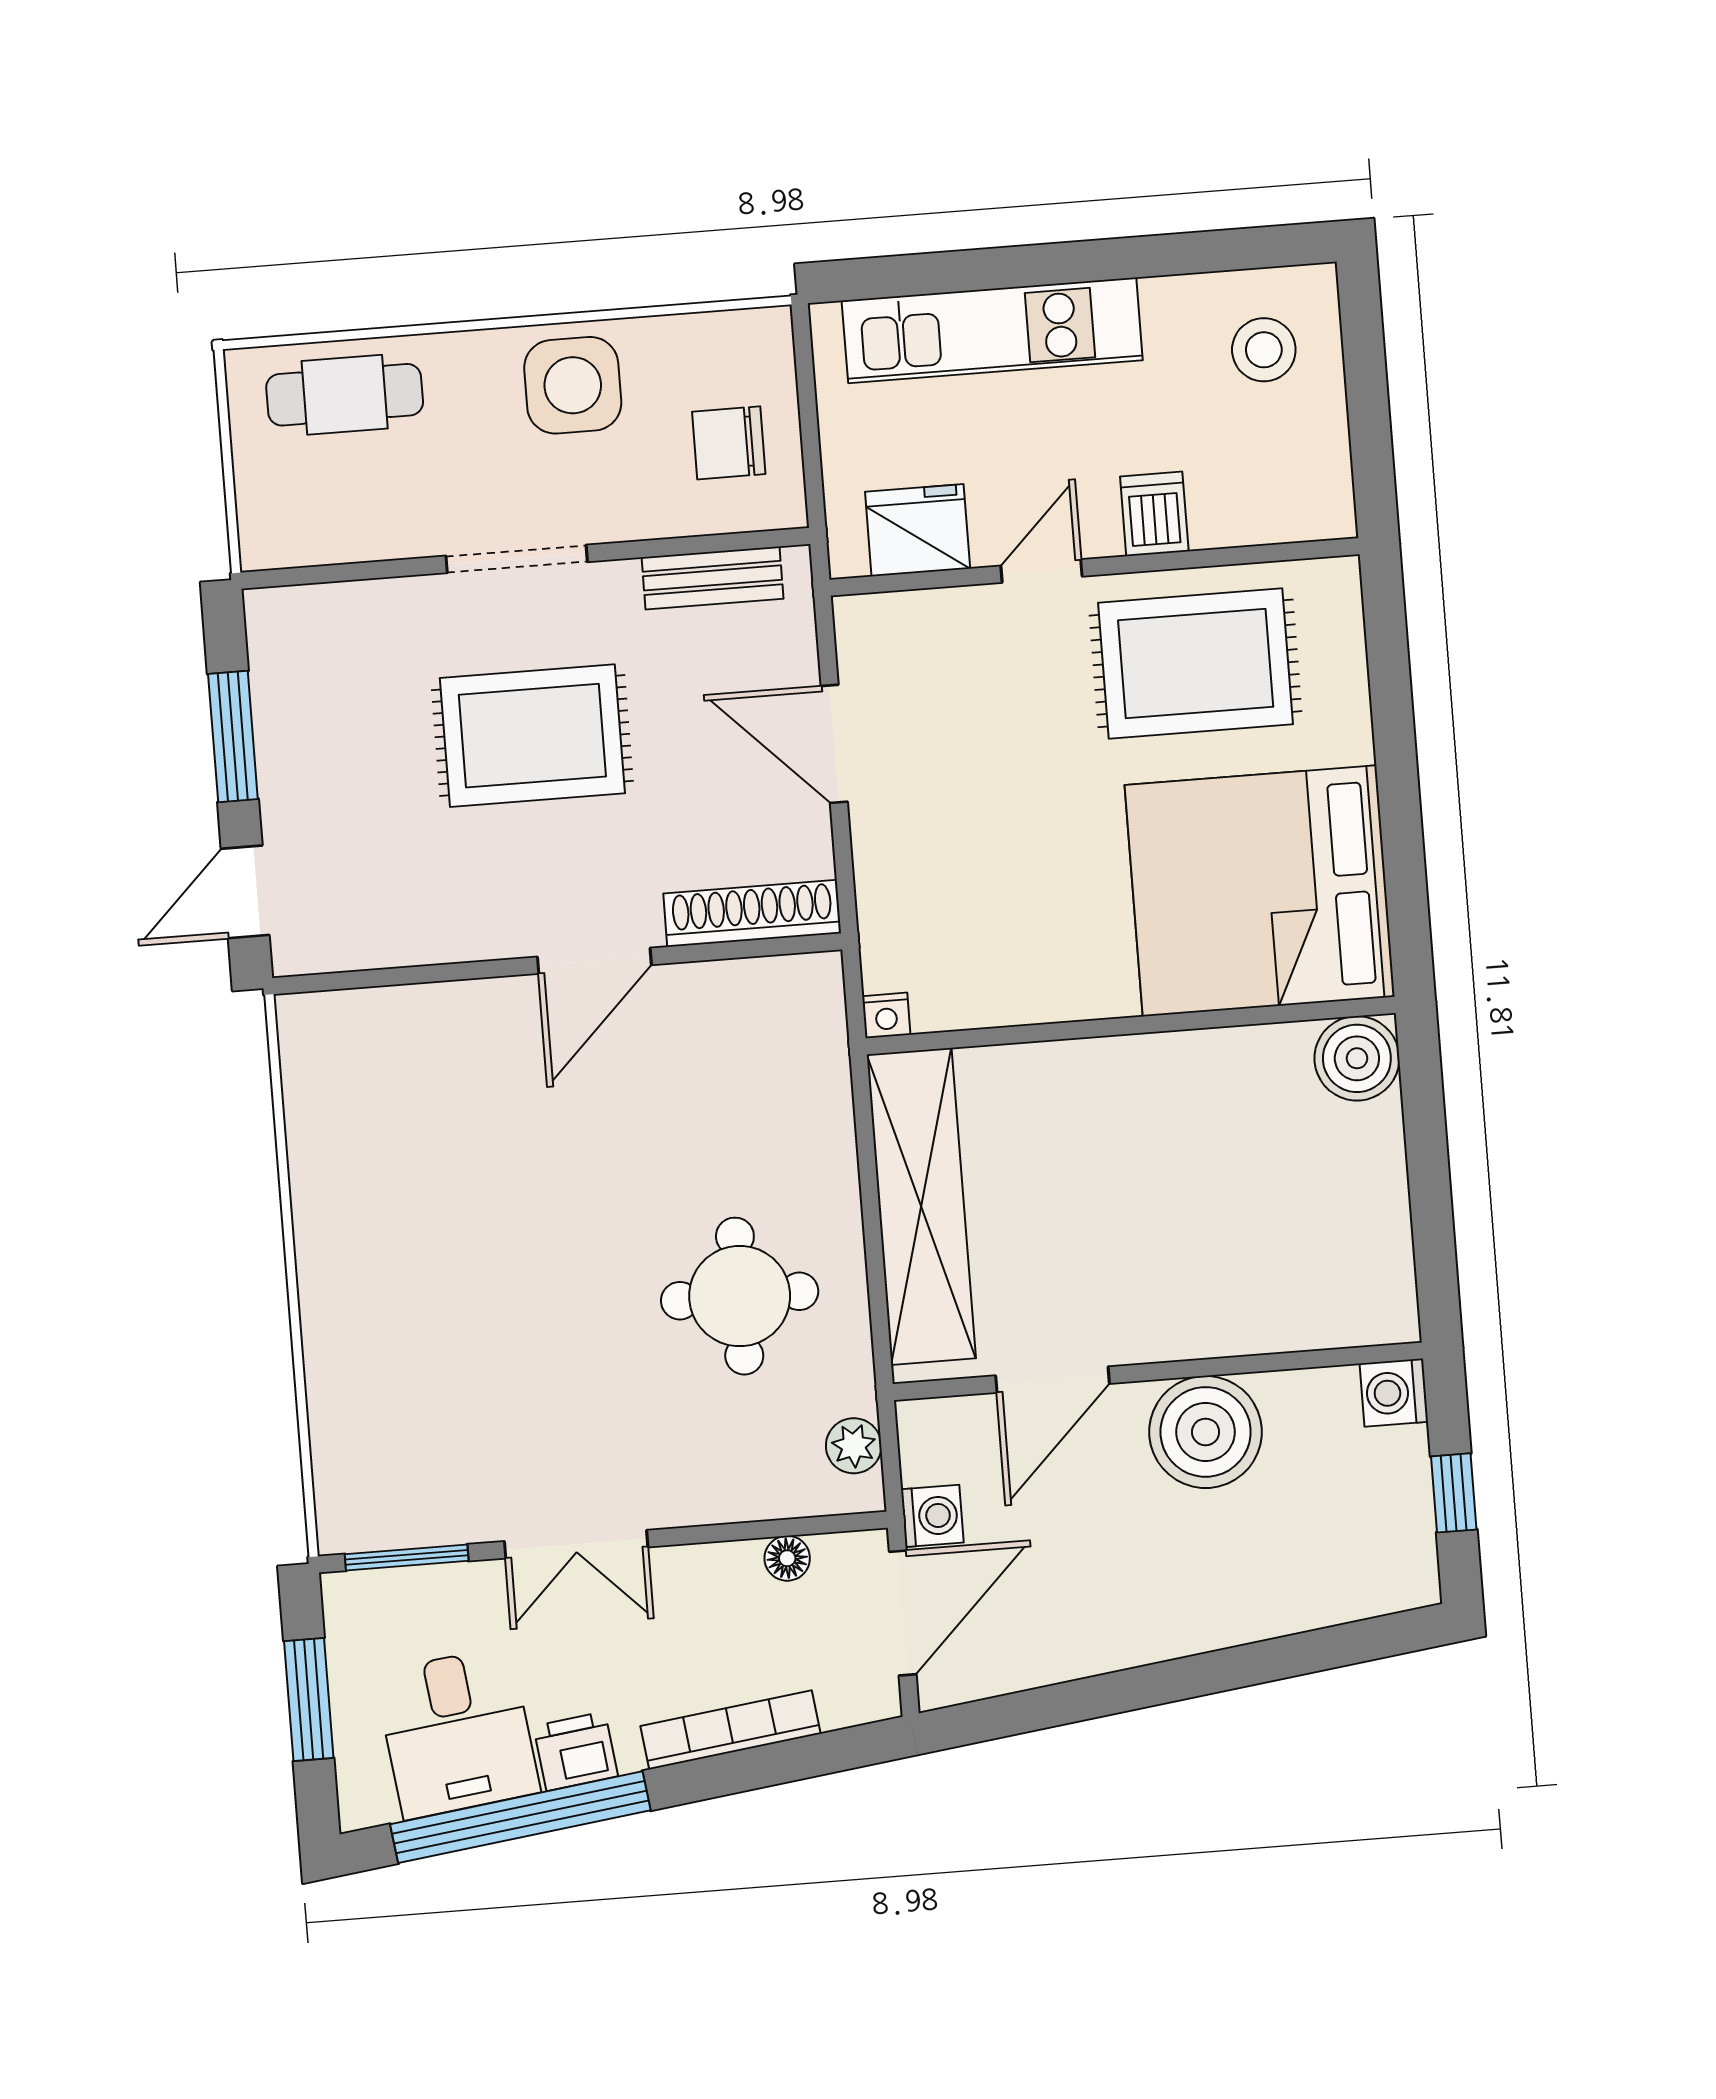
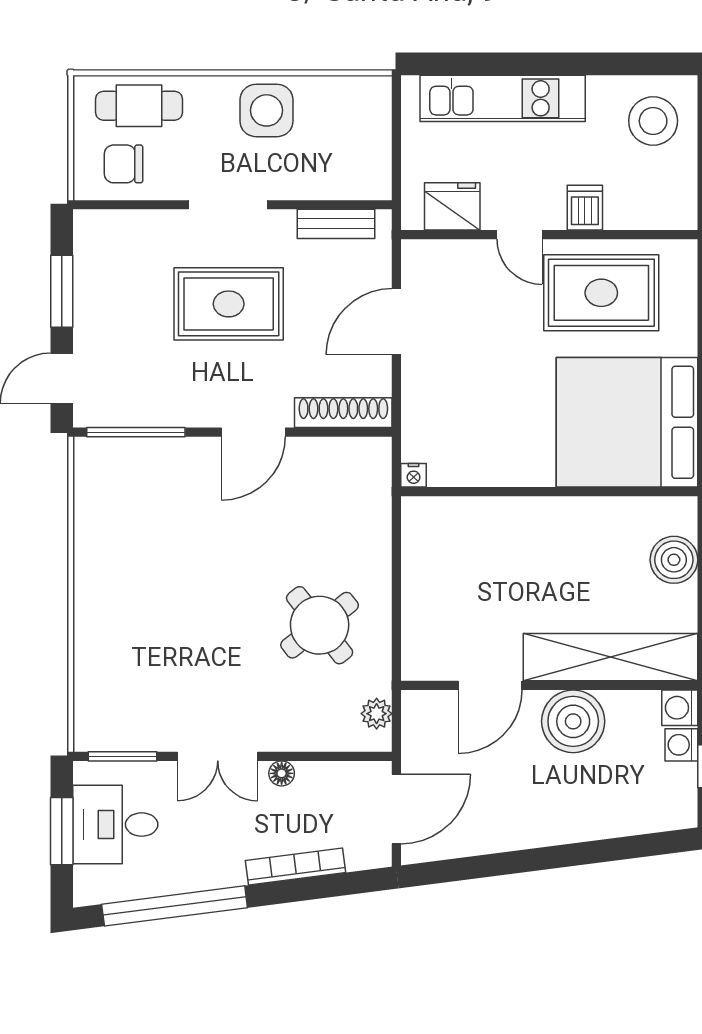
stool: (1264, 350) -> (653, 121), width x1.38, depth x1.38
chair: (729, 443) -> (124, 164), moved
door: (1041, 571) -> (519, 235), swing flipped
door: (834, 744) -> (396, 322), hinge flipped
window: (385, 977) -> (136, 432), added
boiler: (1357, 1058) -> (674, 560), moved
shelving: (921, 1206) -> (610, 657), moved, turned 90
round table: (740, 1296) -> (320, 625), turned -38
washing machine: (932, 1516) -> (681, 745), moved, turned 180
floor lamp: (787, 1558) -> (282, 773), moved
desk: (457, 1733) -> (115, 825), moved, turned 97
printer: (576, 1751) -> (208, 872), removed

